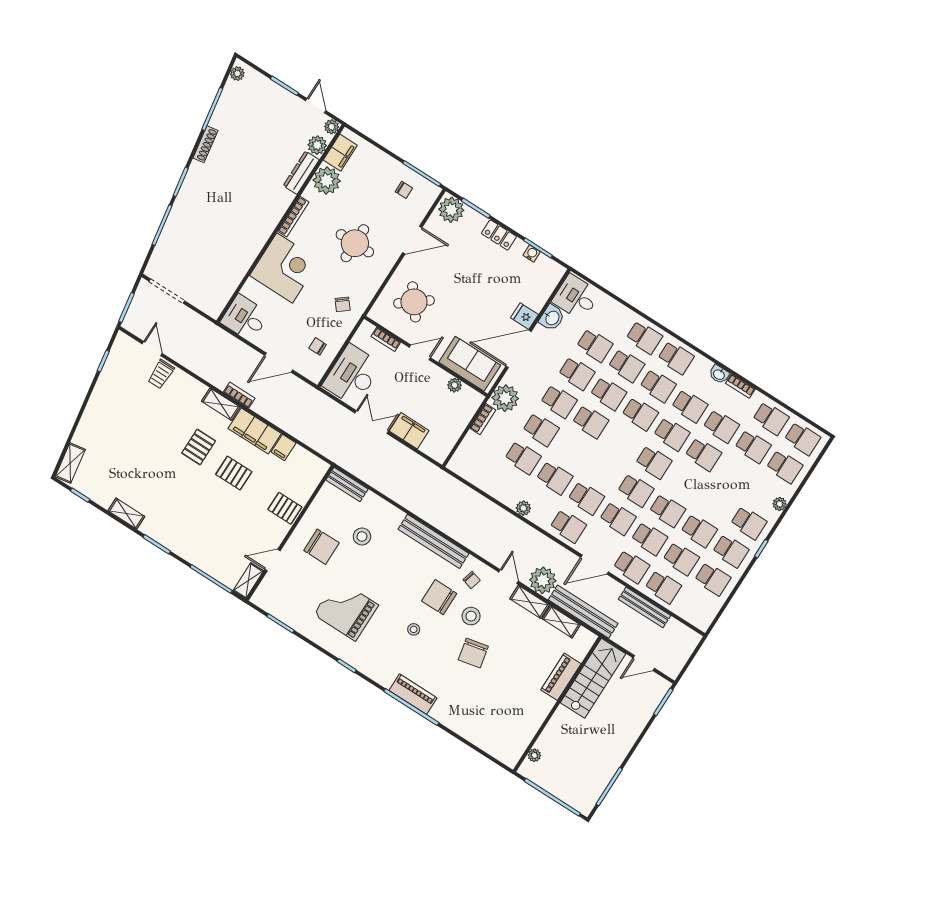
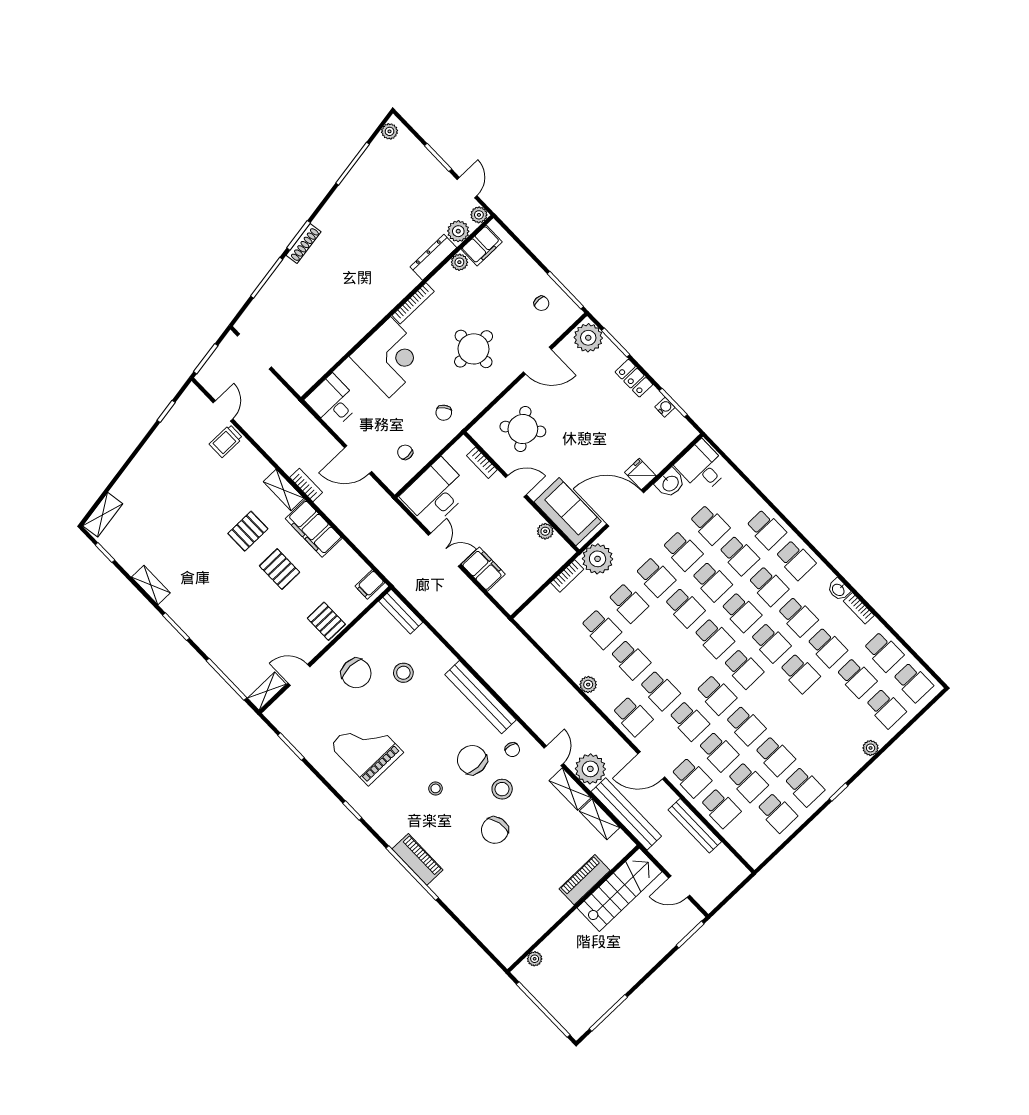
shoe rack: (205, 144) -> (303, 244), moved
plant: (327, 181) -> (459, 262), width x0.53, depth x0.53
filing cabinet: (283, 447) -> (370, 584), moved
school desk: (749, 523) -> (714, 638), moved

